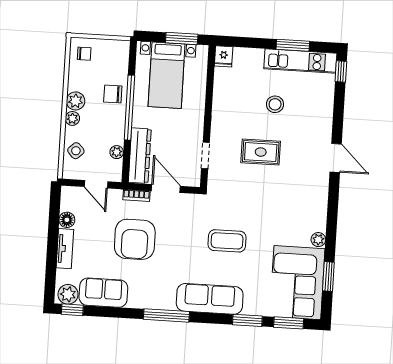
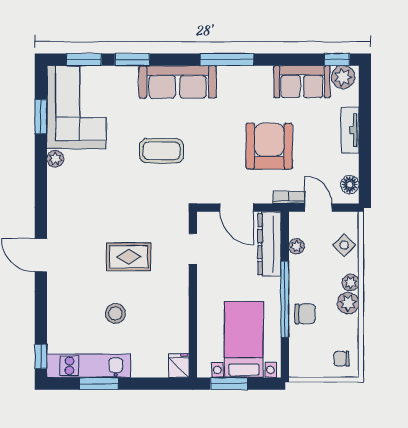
bookcase: (136, 195) -> (289, 197), moved
floor lamp: (67, 220) -> (350, 185), moved

